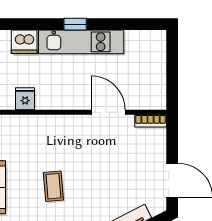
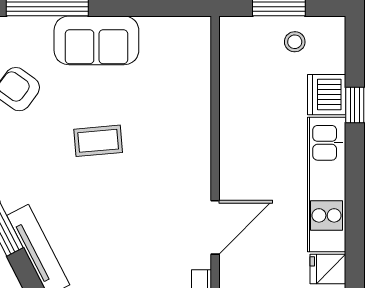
window: (75, 24) -> (355, 105), moved
fridge: (25, 99) -> (328, 269), moved, turned 180

